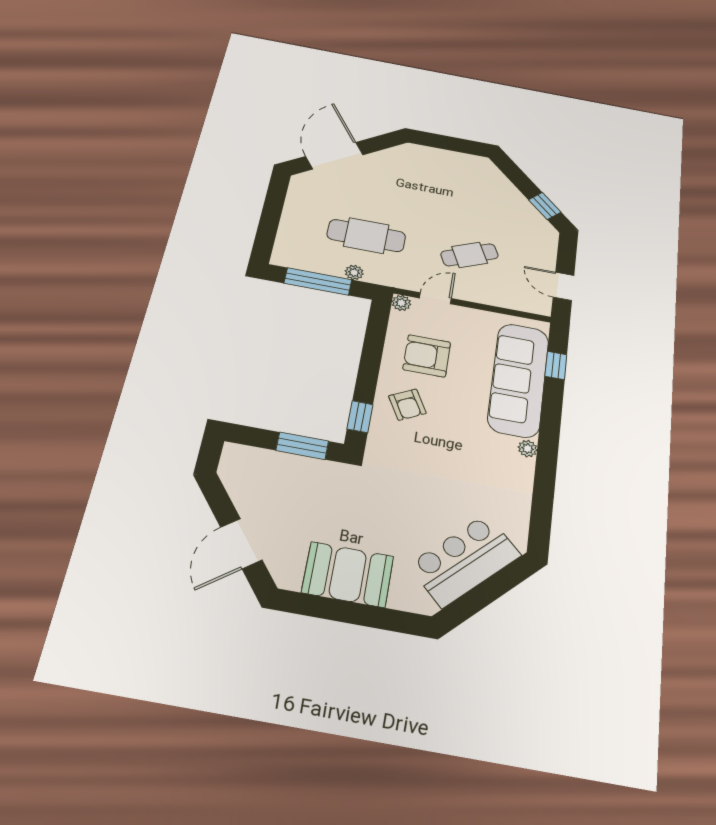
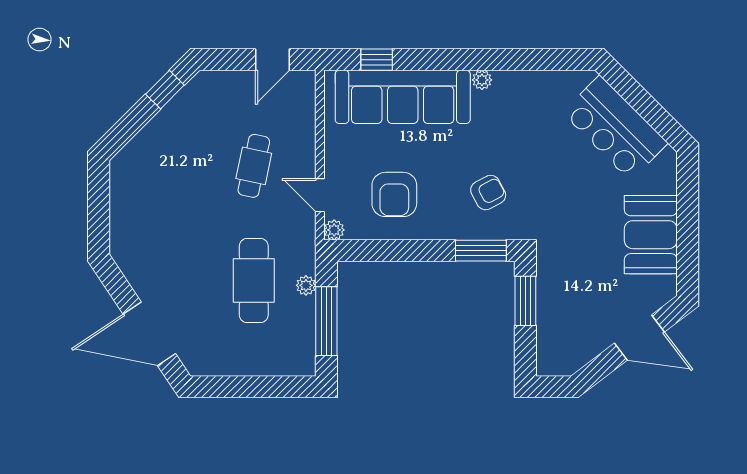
cafe table: (470, 255) -> (254, 166), turned 36
armchair: (407, 405) -> (488, 193), moved
window: (360, 417) -> (481, 251), width x1.50

